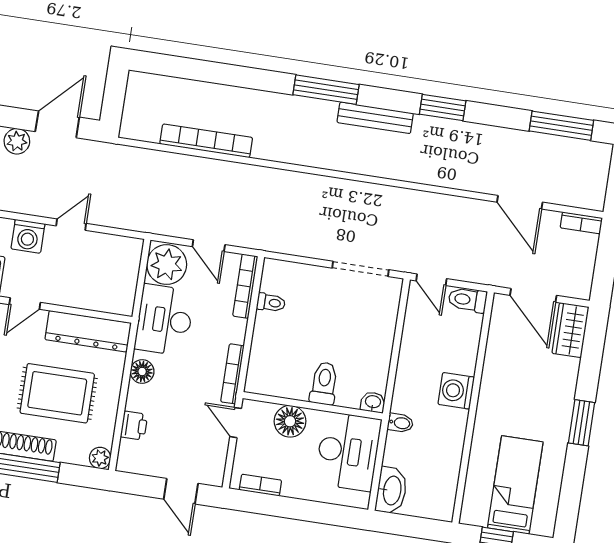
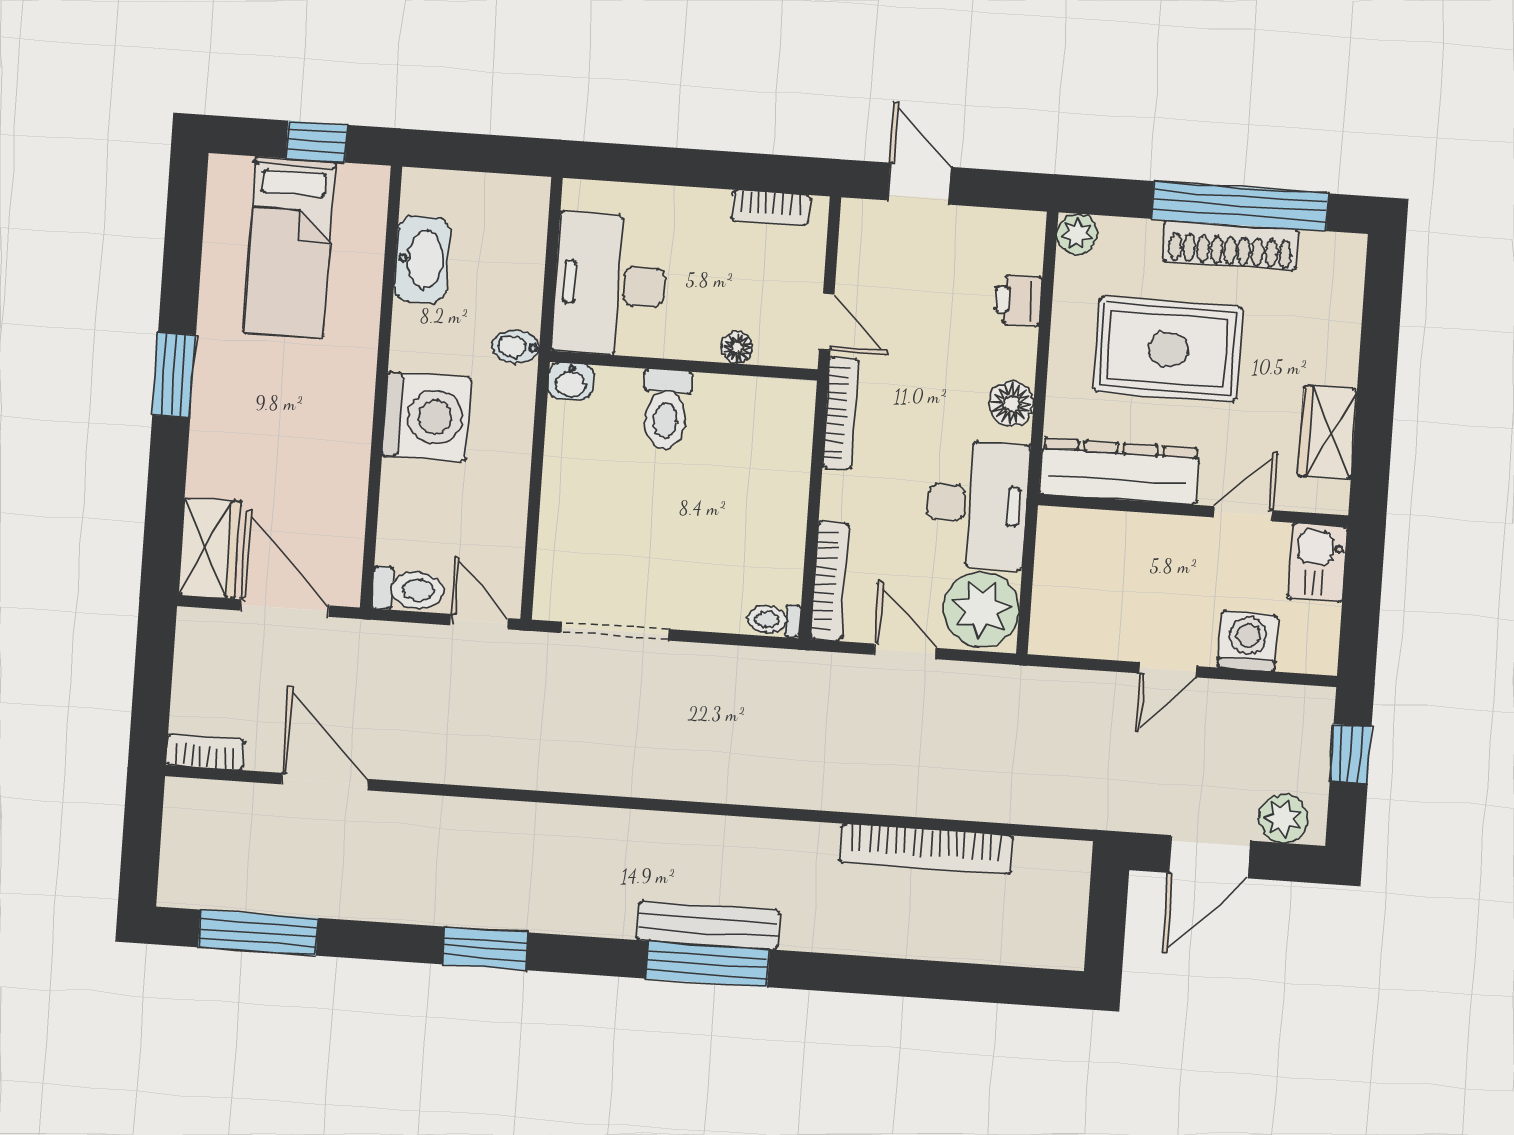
bench: (375, 118) -> (708, 925), moved
toilet: (271, 303) -> (774, 620), moved
washing machine: (456, 391) -> (427, 417), width x1.37, depth x1.37
floor lamp: (290, 421) -> (737, 348), width x0.53, depth x0.53
washbasin: (391, 490) -> (422, 259), moved, turned 180

